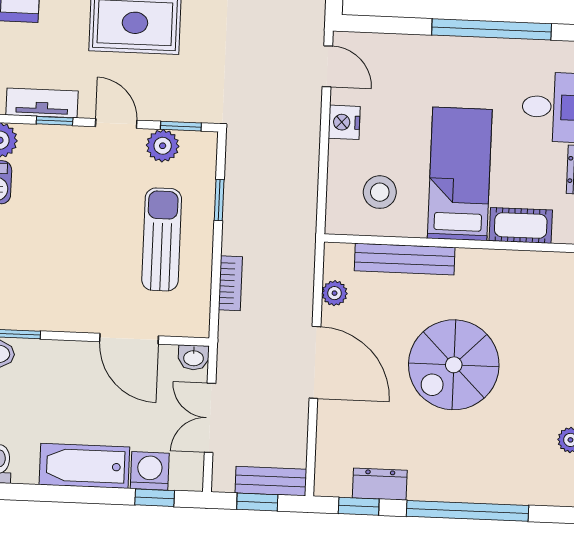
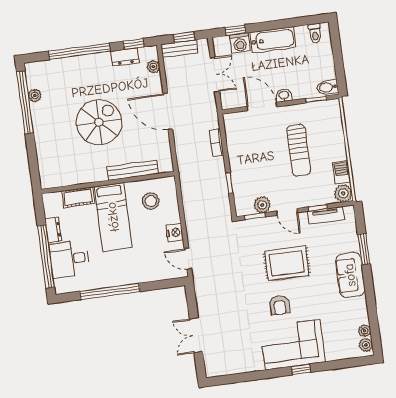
sun lounger: (162, 239) -> (299, 150), moved
plant: (335, 293) -> (153, 67), moved
washbasin: (194, 358) -> (284, 95), moved

